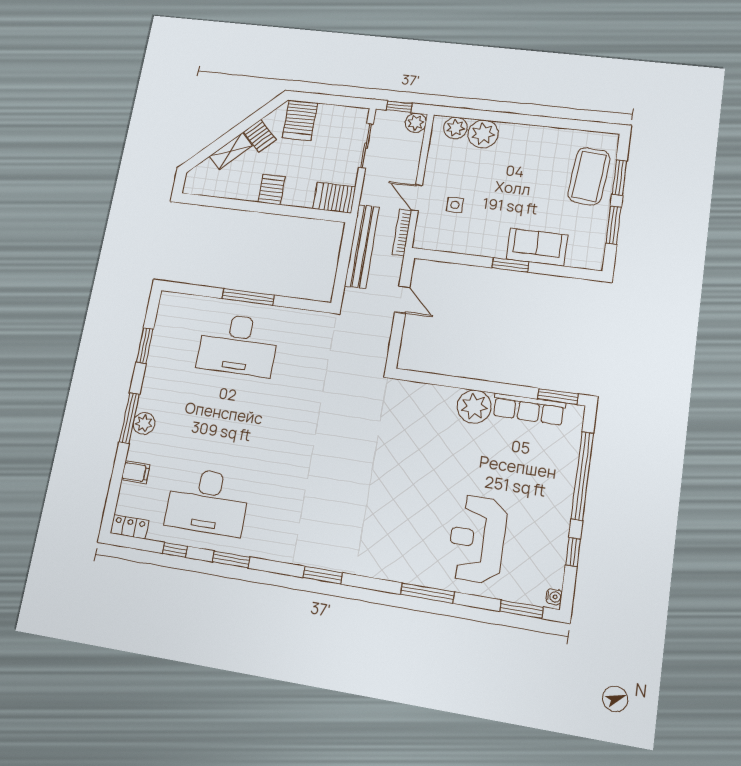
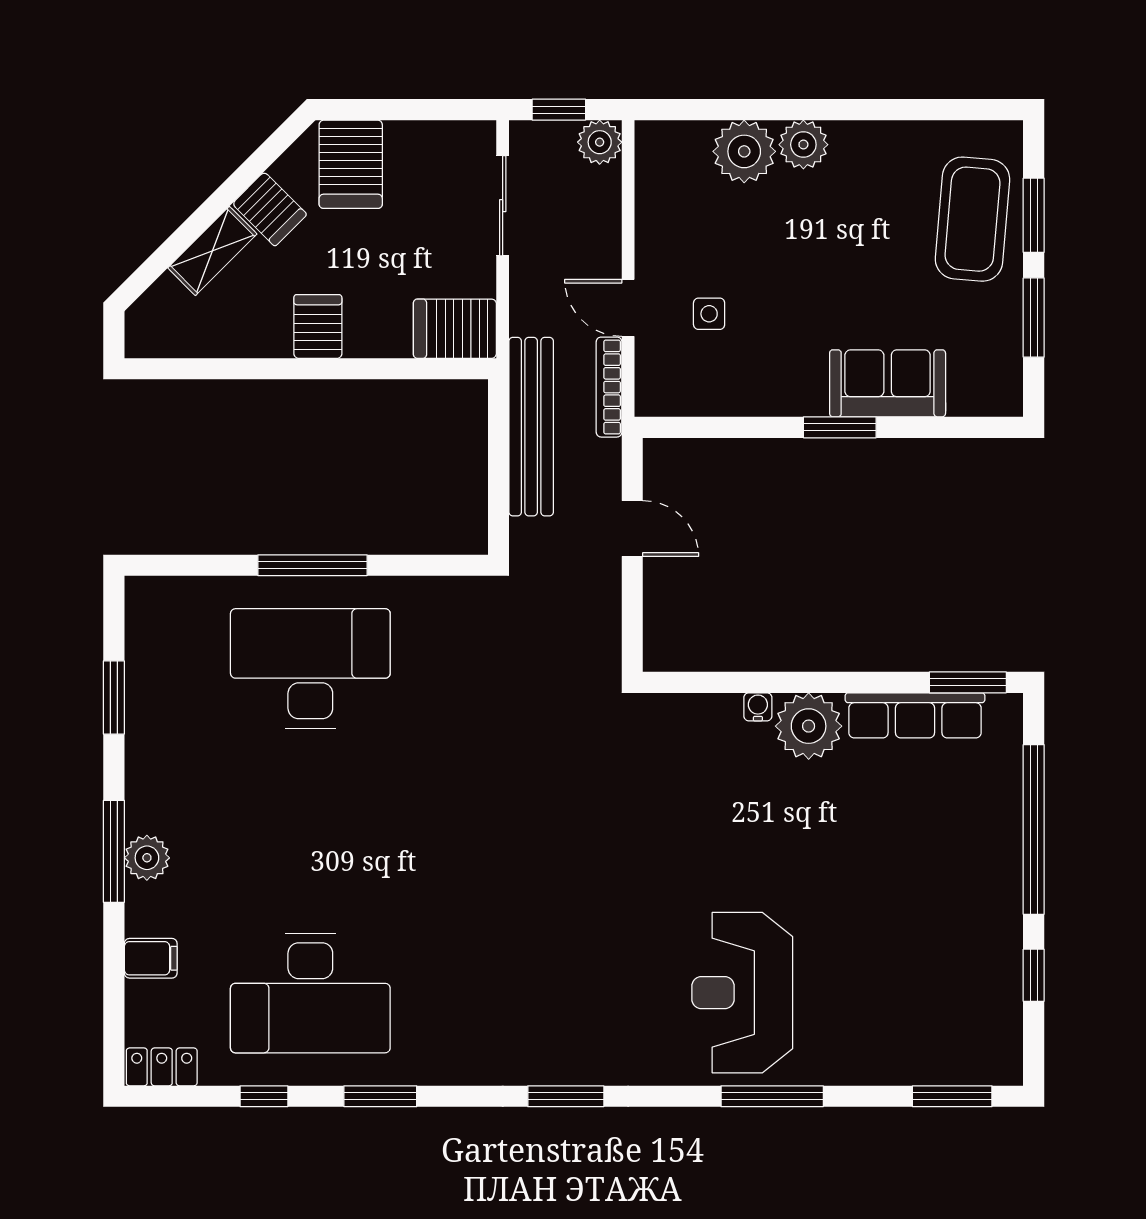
plant: (455, 128) -> (803, 145), moved
desk: (238, 345) -> (310, 669), turned 180
reception desk: (477, 539) -> (742, 993), moved
water cooler: (554, 597) -> (758, 707), moved, turned -90

